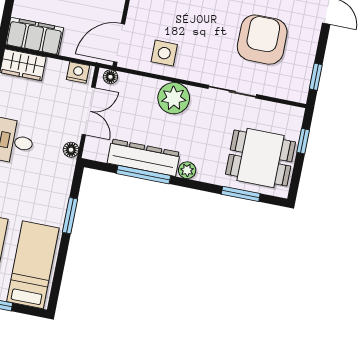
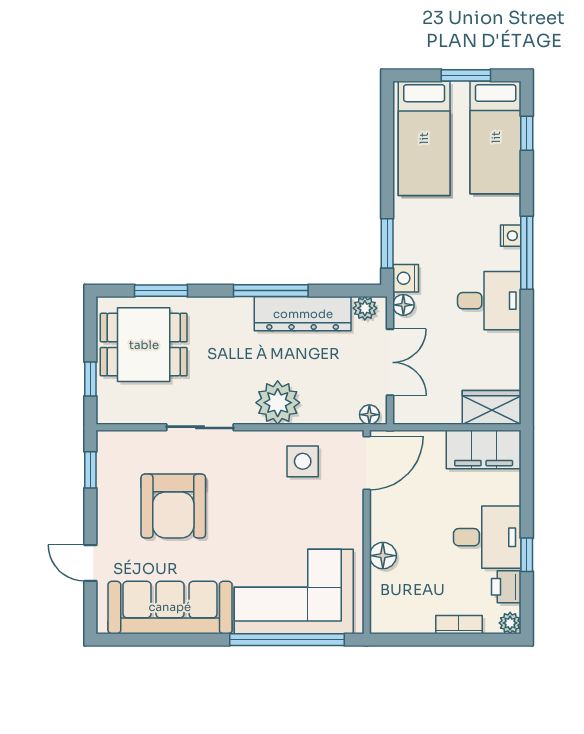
nightstand: (78, 73) -> (406, 278), moved, turned 90
double door: (89, 111) -> (390, 362), swing flipped
plant: (187, 170) -> (365, 308), moved
window: (143, 175) -> (271, 291), moved
window: (70, 216) -> (387, 243), moved

